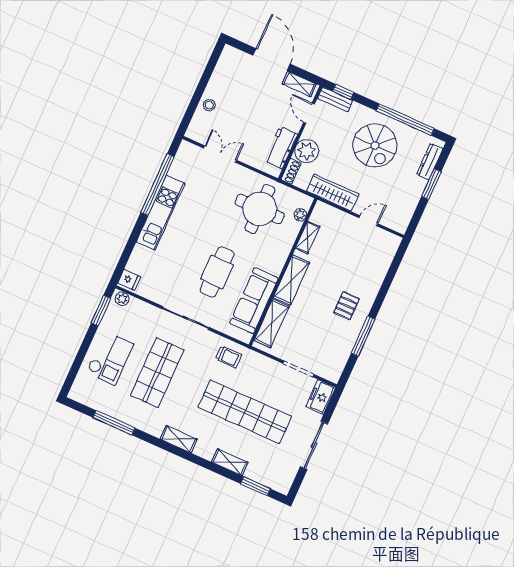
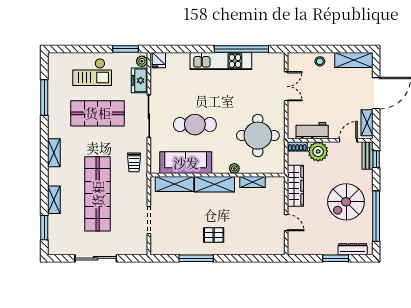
shelving: (224, 68) -> (354, 60), added
plant: (300, 215) -> (234, 168), moved
freezer: (321, 397) -> (139, 80), moved, turned -90

